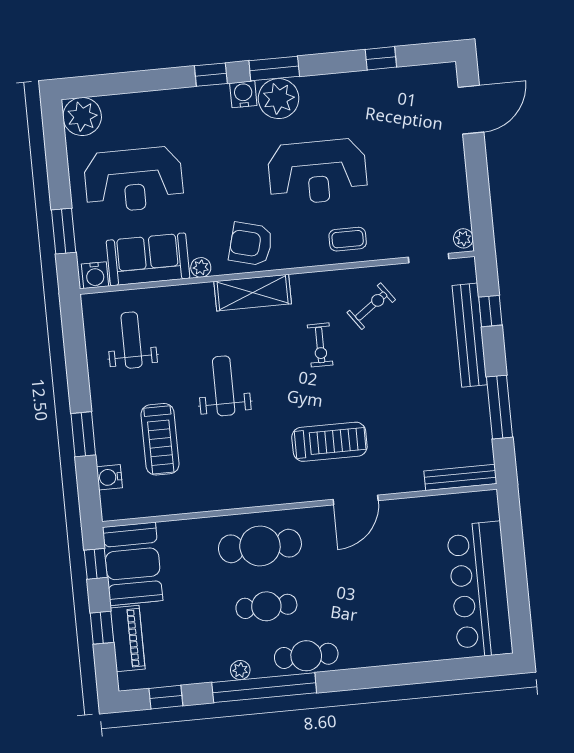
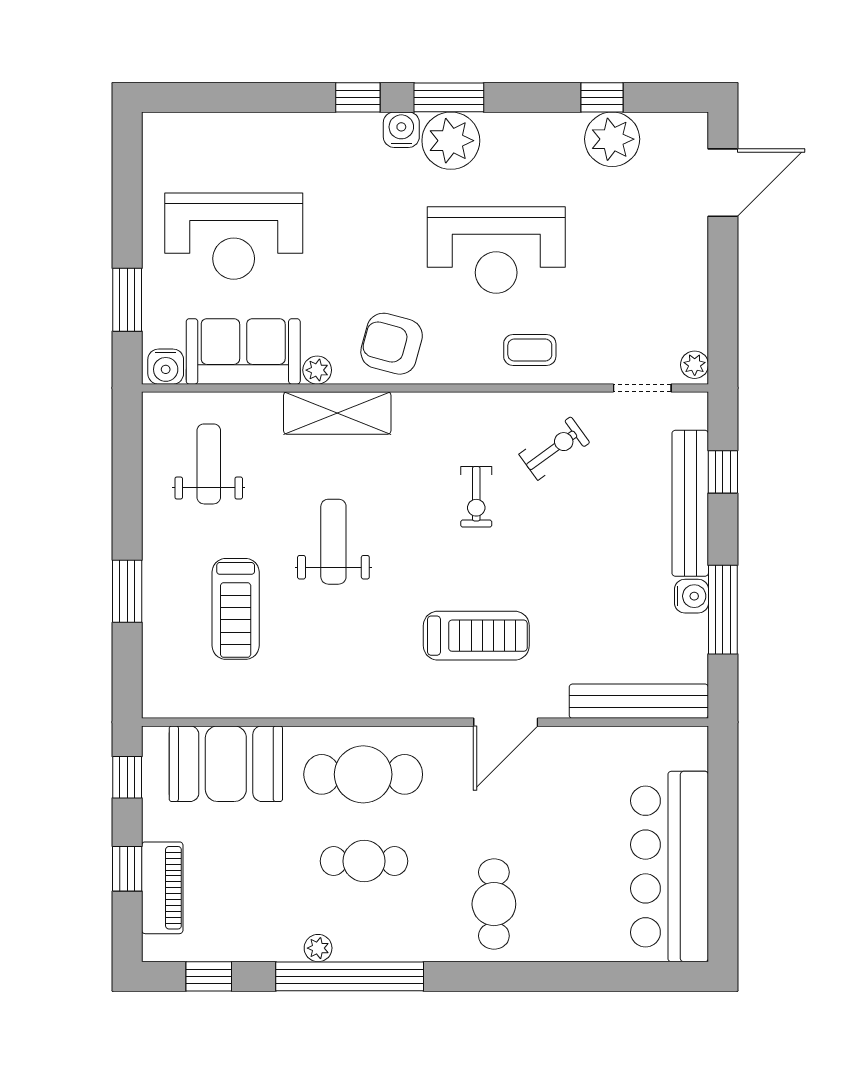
plant: (82, 116) -> (612, 139), moved
shelving: (253, 293) -> (337, 413), moved
water cooler: (110, 477) -> (692, 596), moved, turned 180
bench: (460, 477) -> (639, 701), width x1.37, depth x1.21
booth: (133, 564) -> (226, 764), moved, turned 90
cafe table: (306, 656) -> (494, 904), moved, turned 90

